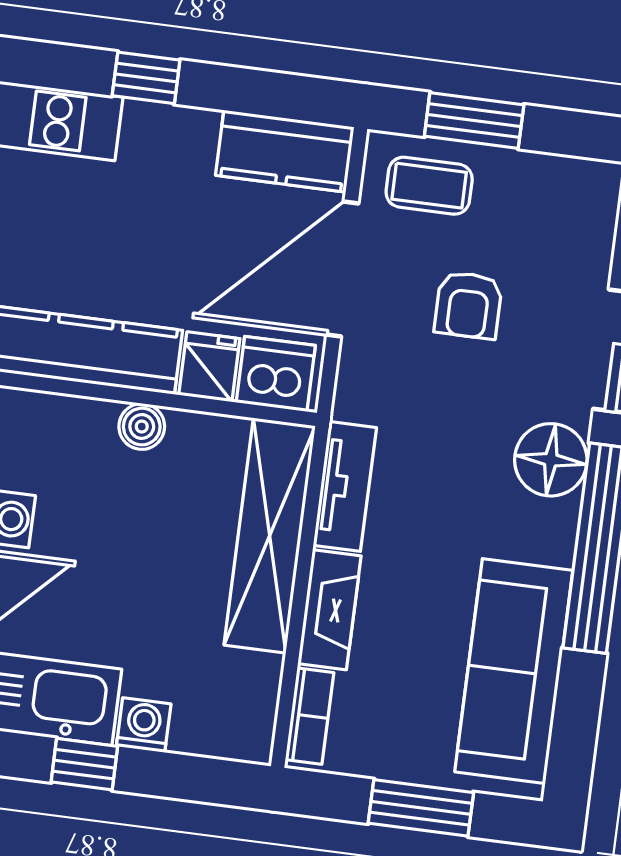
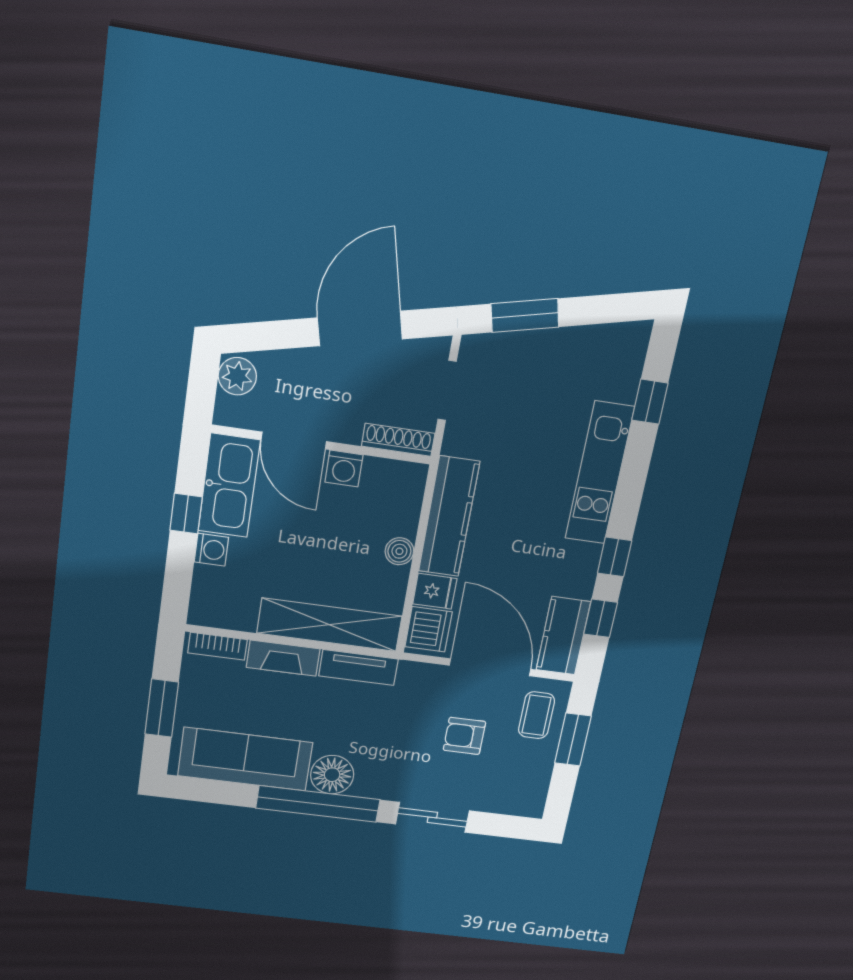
window: (253, 92) -> (601, 618), added
floor lamp: (551, 460) -> (332, 775), moved

